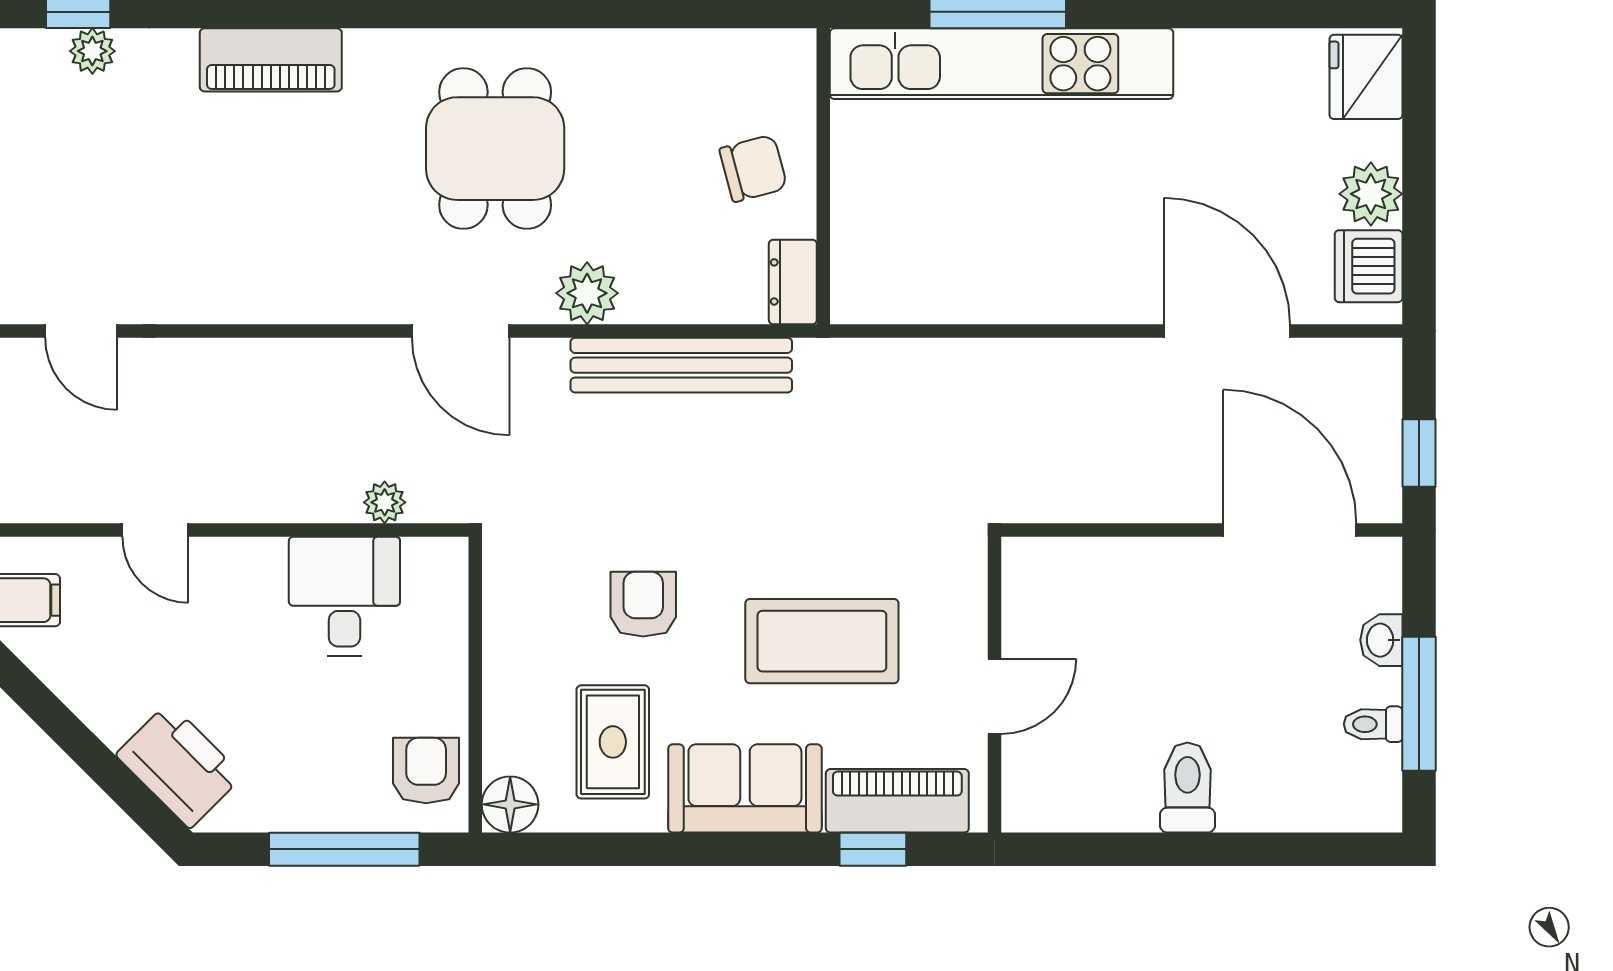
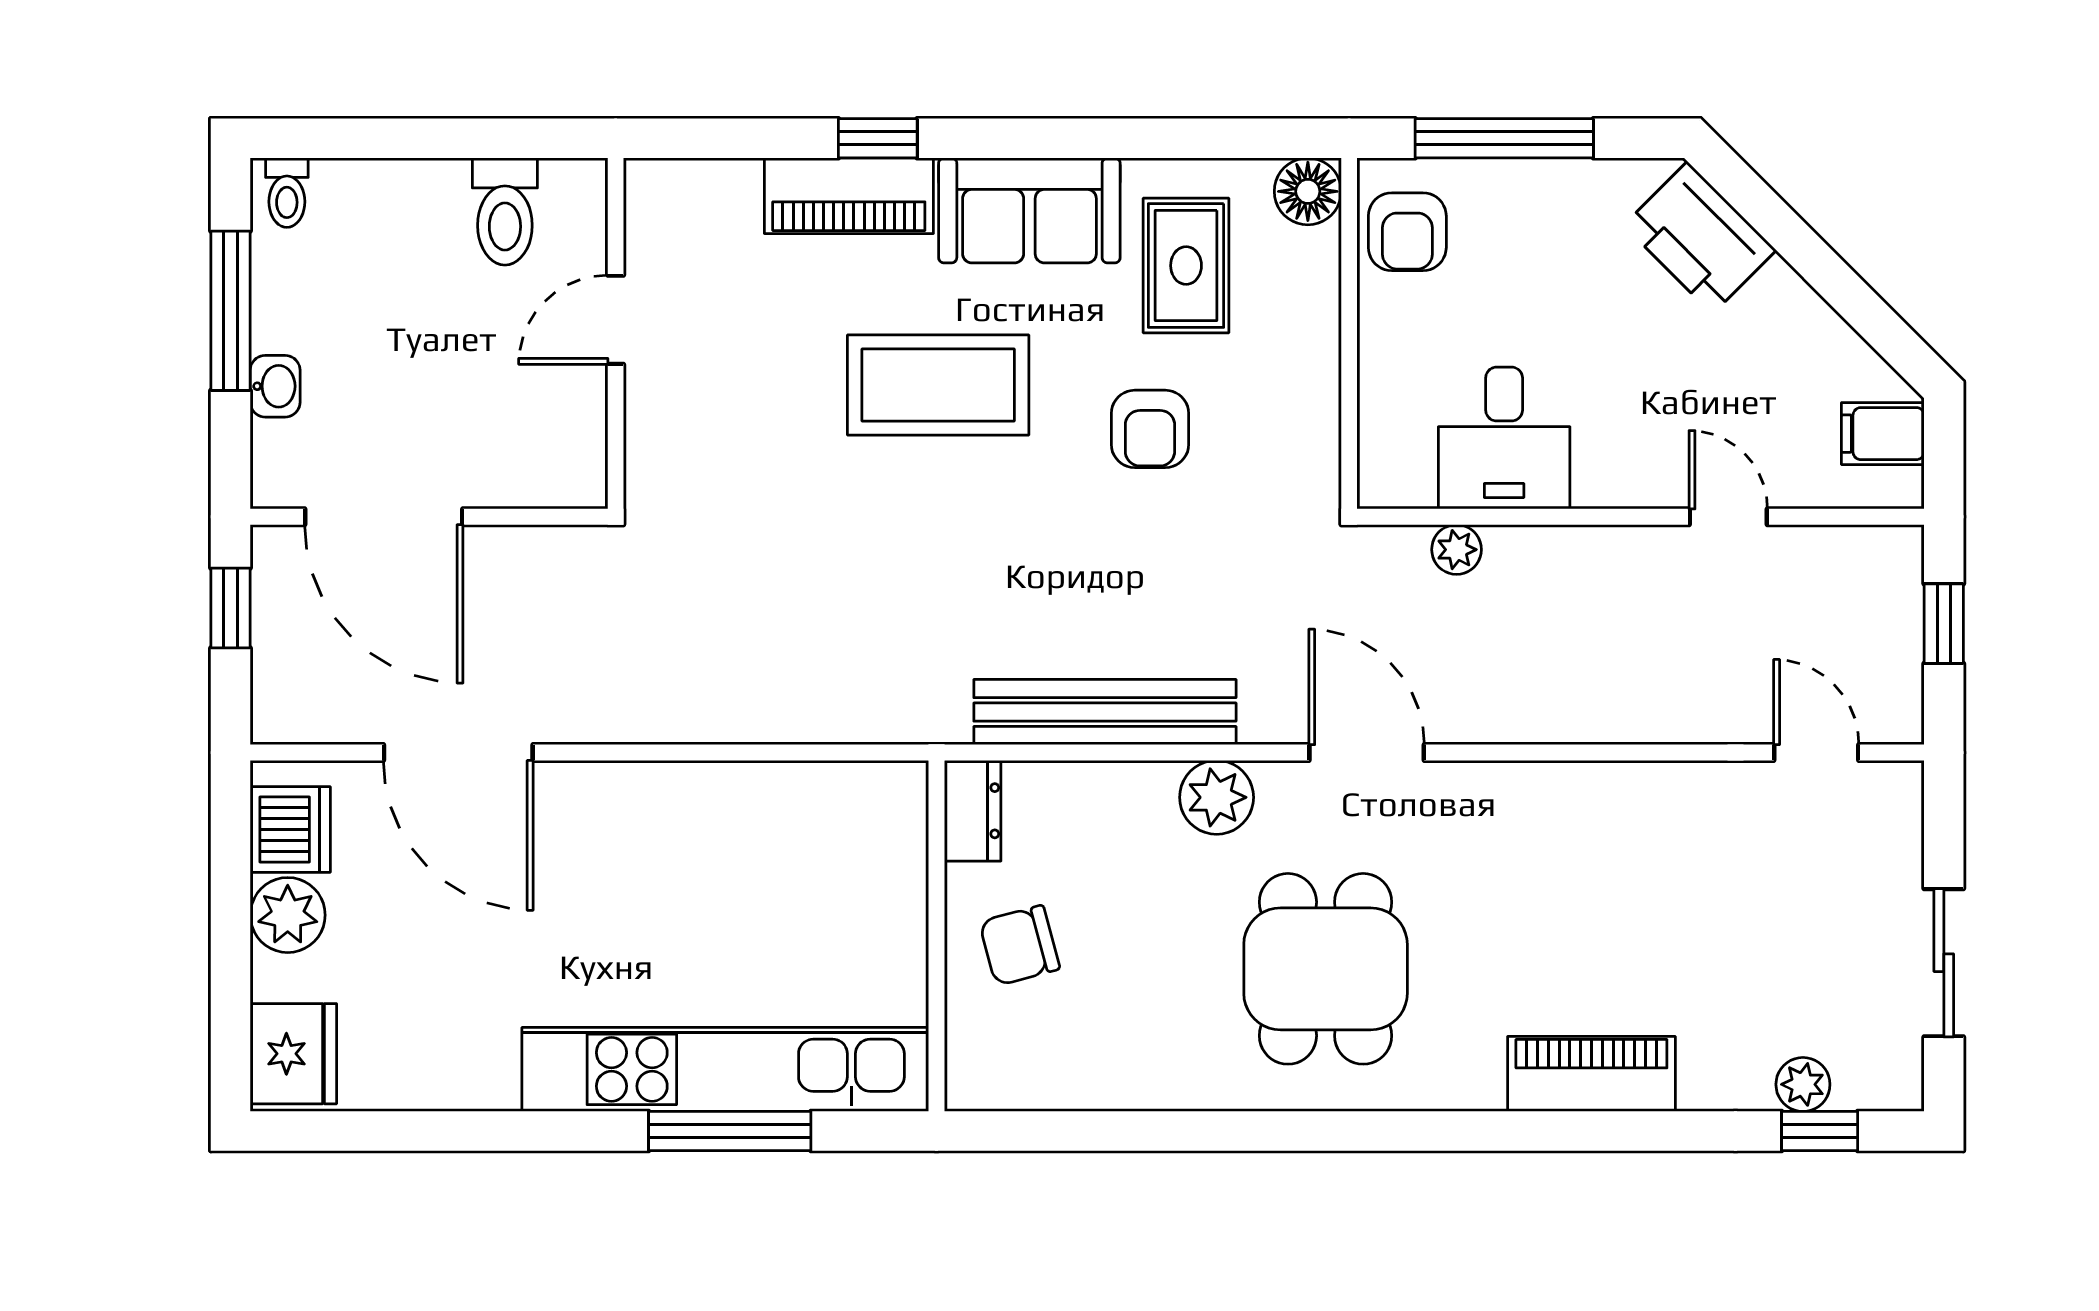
wall: (995, 685) -> (616, 333), moved
door: (995, 696) -> (616, 320), moved
toilet: (1373, 724) -> (287, 193), moved, turned 90

